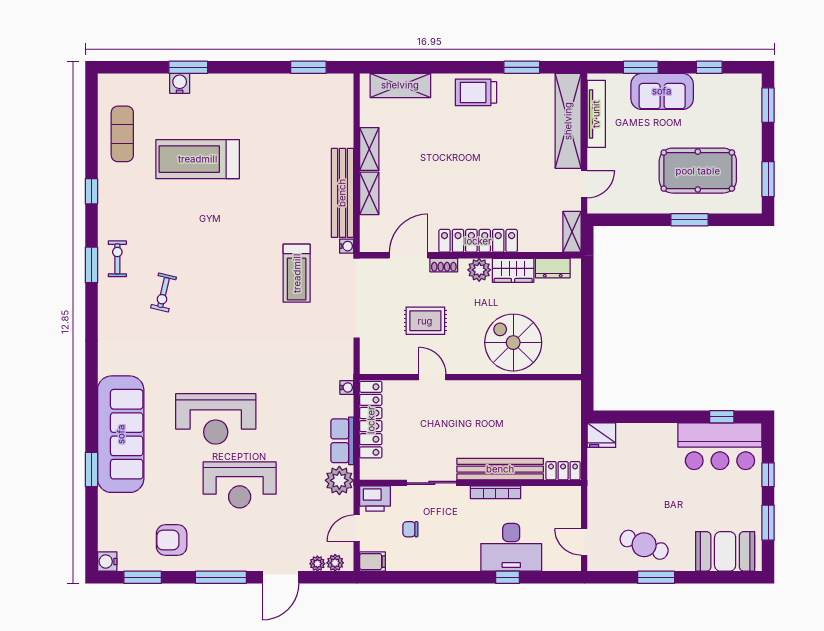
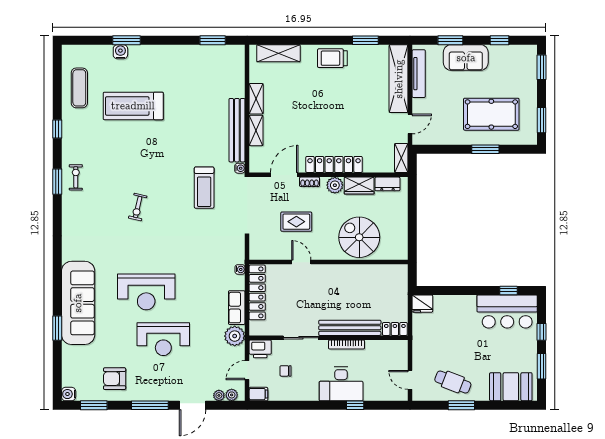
exercise bike: (164, 293) -> (138, 207), moved
desk: (511, 547) -> (341, 384), moved

